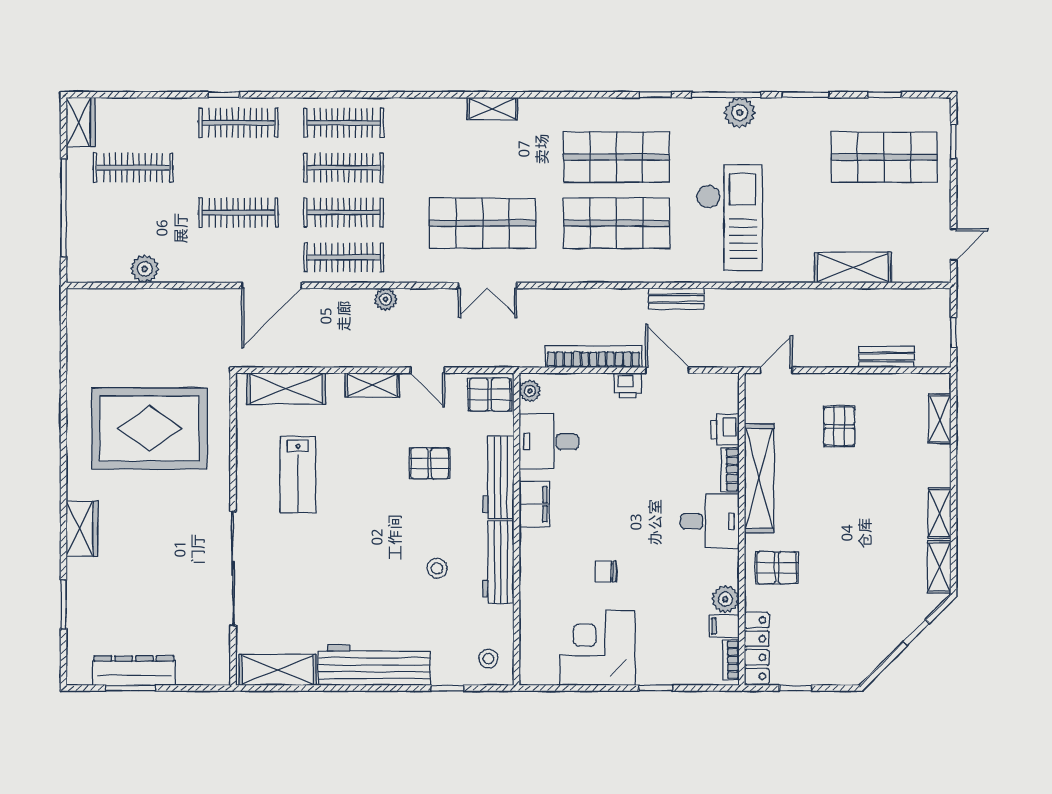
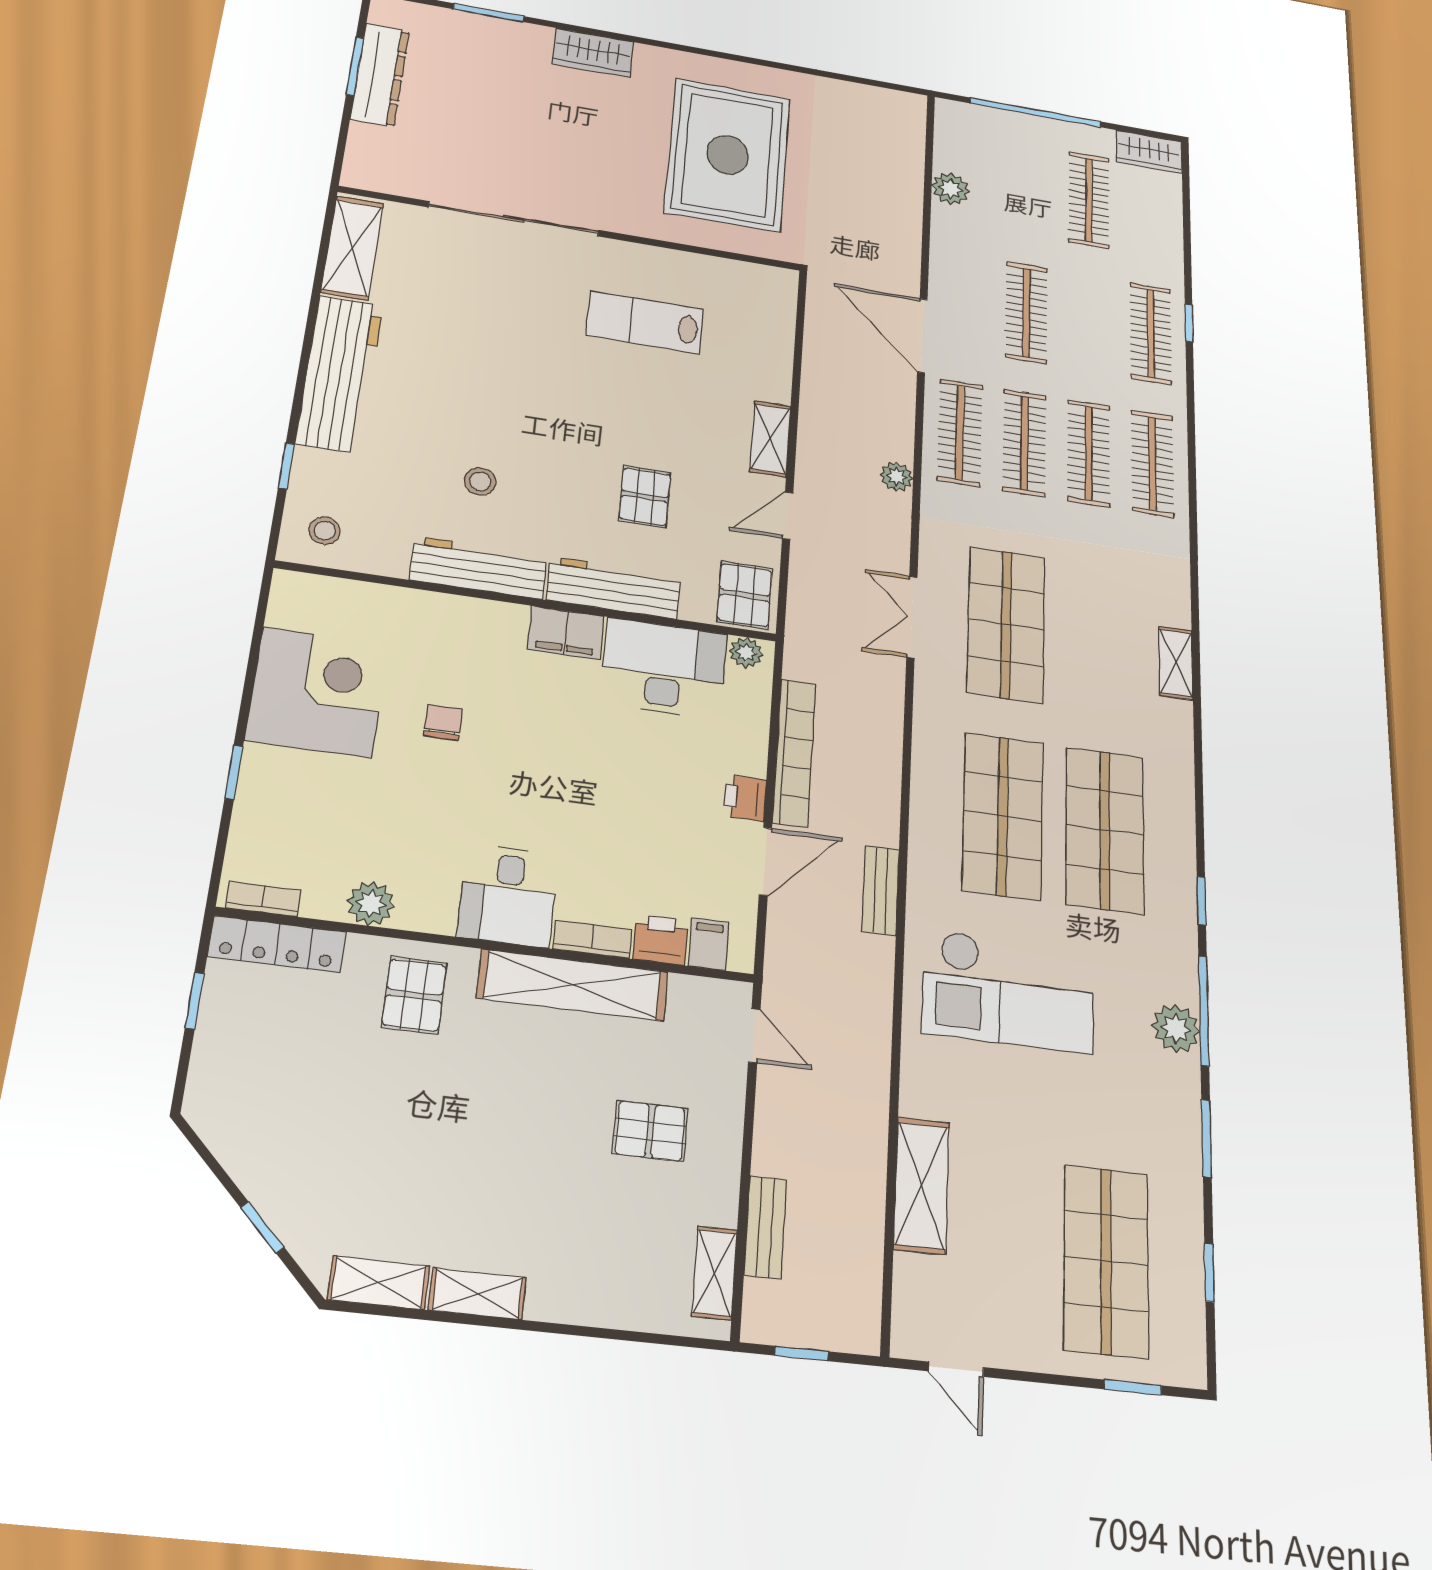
shelving: (286, 389) -> (773, 329), removed
shelving: (940, 419) -> (715, 1273), moved, turned 90
desk: (549, 442) -> (664, 668), width x1.37
filing cabinet: (724, 626) -> (709, 944), moved

